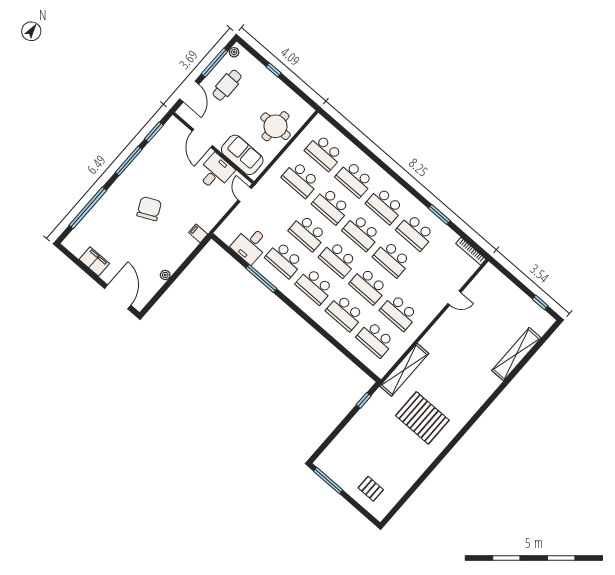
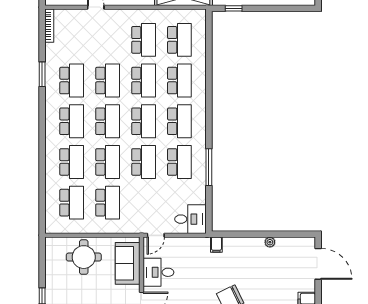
desk: (250, 245) -> (190, 219), moved
door: (118, 297) -> (318, 264), swing flipped

